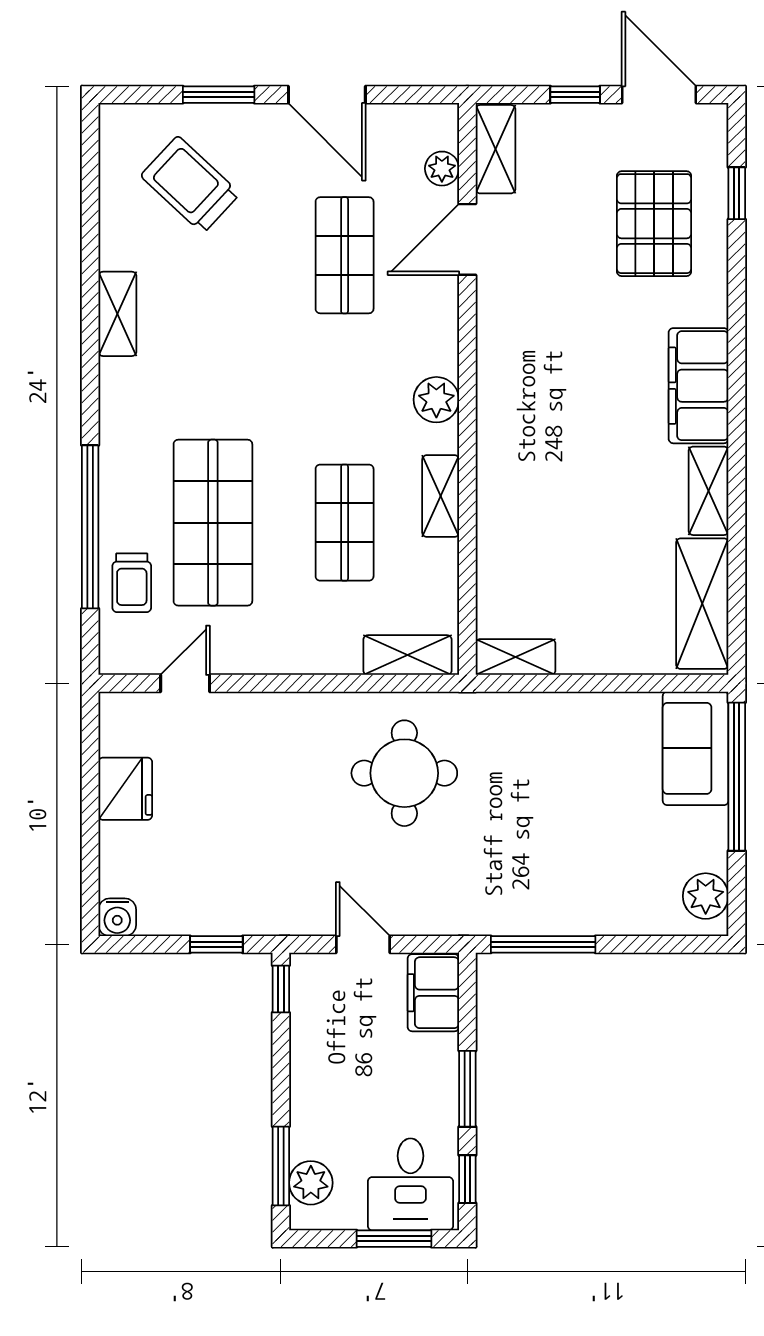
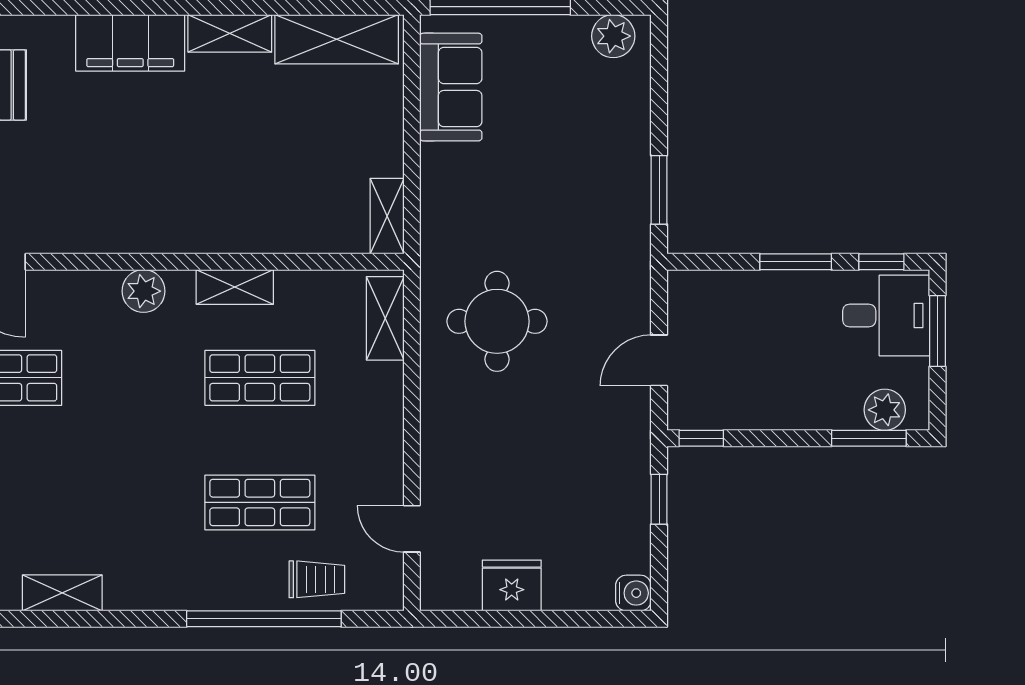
shop shelf: (213, 523) -> (260, 502), width x0.70, depth x0.74
sofa: (696, 748) -> (451, 87), moved, turned -90
window: (543, 944) -> (659, 190), width x0.69
filing cabinet: (433, 993) -> (705, 294), removed

